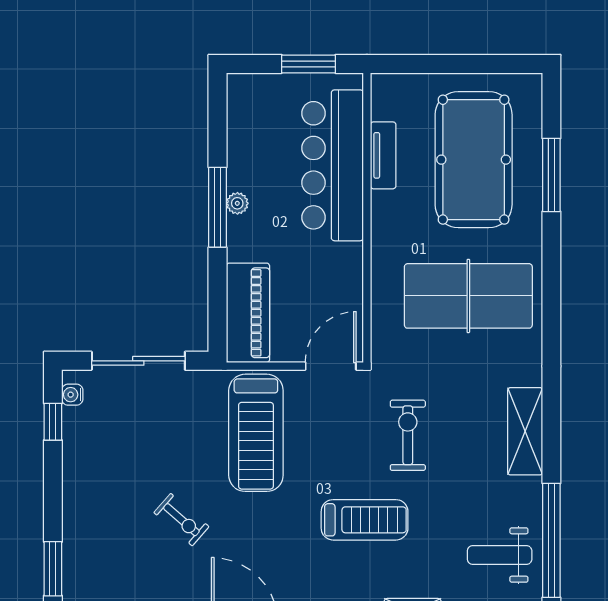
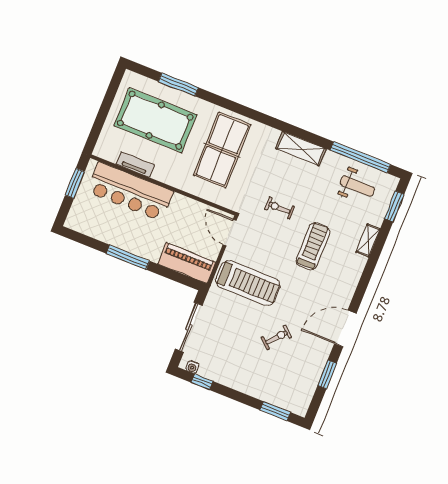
plant: (237, 203) -> (130, 247), removed
exercise bike: (408, 435) -> (279, 208), width x0.73, depth x0.72
weight bench: (500, 555) -> (357, 186), turned -90

